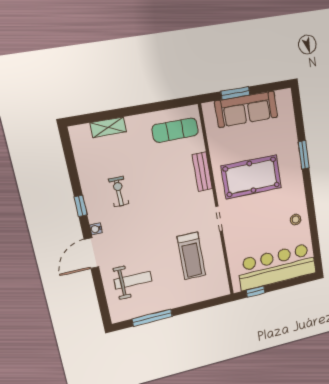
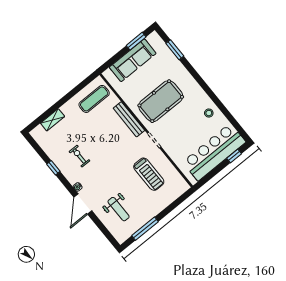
window: (235, 93) -> (136, 41), moved
window: (304, 155) -> (175, 50), moved
bench: (202, 172) -> (129, 119), width x1.36
window: (81, 206) -> (53, 168), moved
weight bench: (133, 280) -> (119, 209), turned 90
window: (256, 292) -> (234, 156), moved

